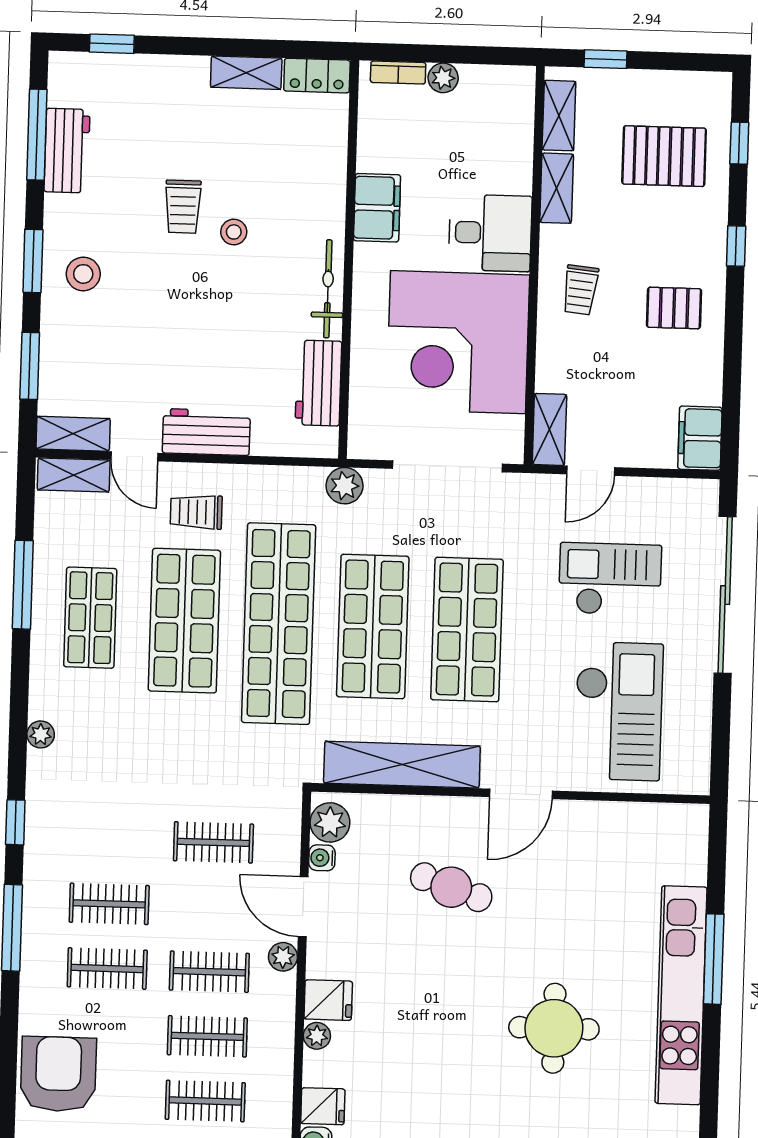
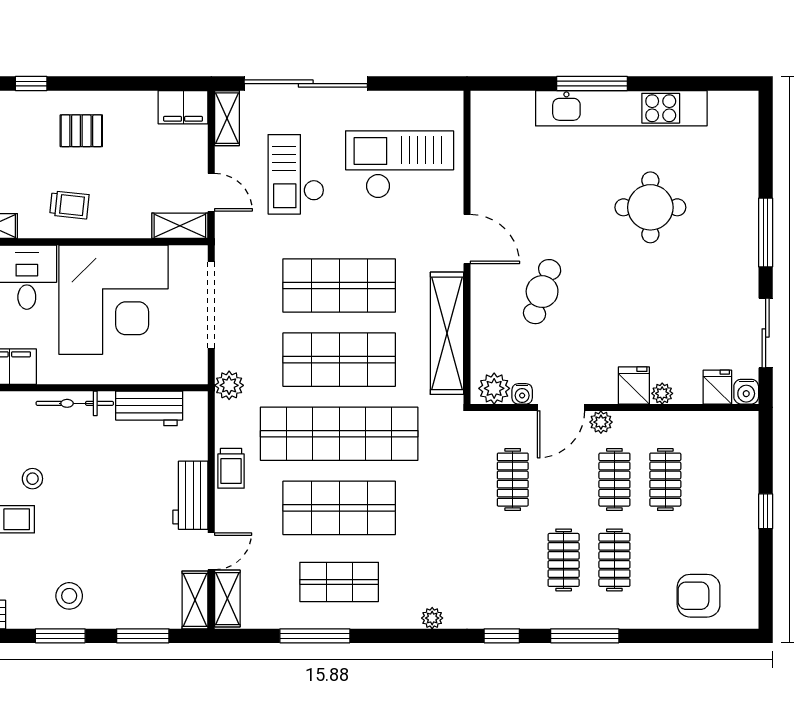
pallet: (674, 308) -> (81, 131), turned 90
shelving: (684, 494) -> (227, 118), added
trolley: (196, 512) -> (231, 468), moved
armchair: (58, 1074) -> (699, 596), width x0.73, depth x0.73
clothes rail: (205, 1101) -> (716, 480), removed

